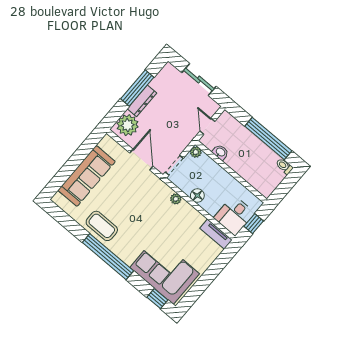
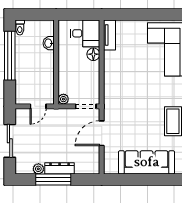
plant: (128, 125) -> (38, 169), moved, width x0.53, depth x0.53
washbasin: (220, 152) -> (49, 43), moved
floor lamp: (197, 196) -> (93, 54), moved
plant: (176, 199) -> (109, 85), removed
window: (254, 224) -> (79, 14), removed

